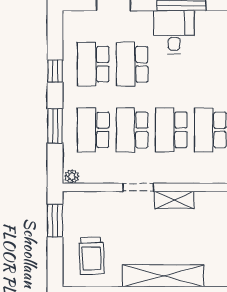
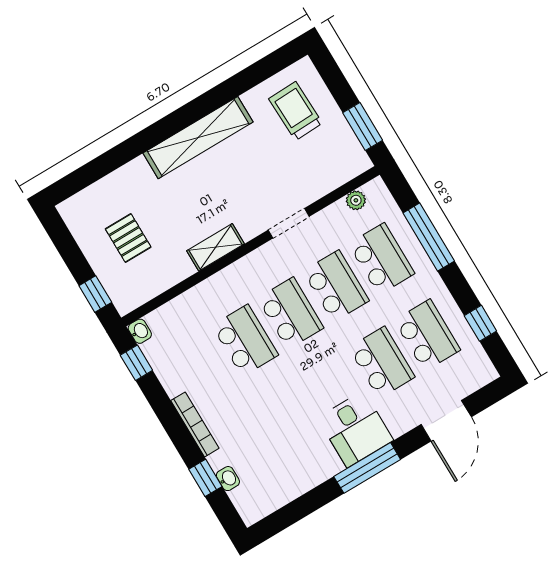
window: (55, 71) -> (480, 323), moved
window: (55, 126) -> (429, 237), width x1.44
plant: (72, 177) -> (356, 200), moved
shelving: (174, 200) -> (215, 247), moved

